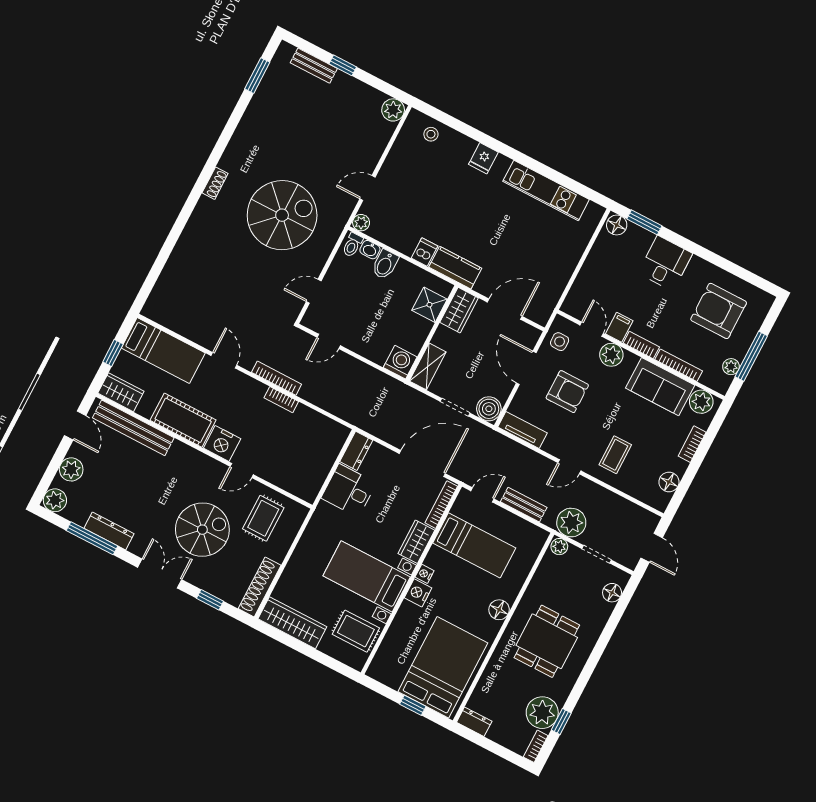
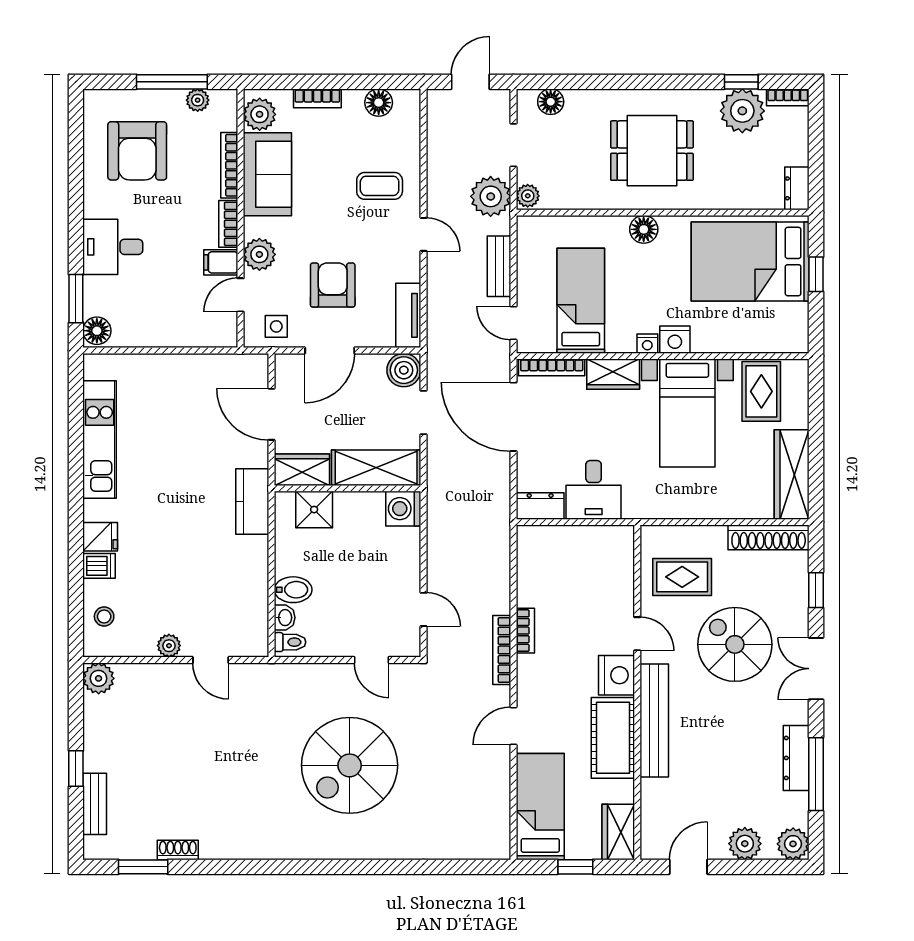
shoe rack: (215, 183) -> (178, 850), moved
spiral stairs: (282, 215) -> (350, 765), moved, turned -90
plant: (361, 223) -> (169, 646), moved
dishwasher: (425, 252) -> (99, 566), moved, turned 180
shelving: (428, 366) -> (376, 468), width x1.50, depth x1.33
bench: (133, 428) -> (654, 721), moved

